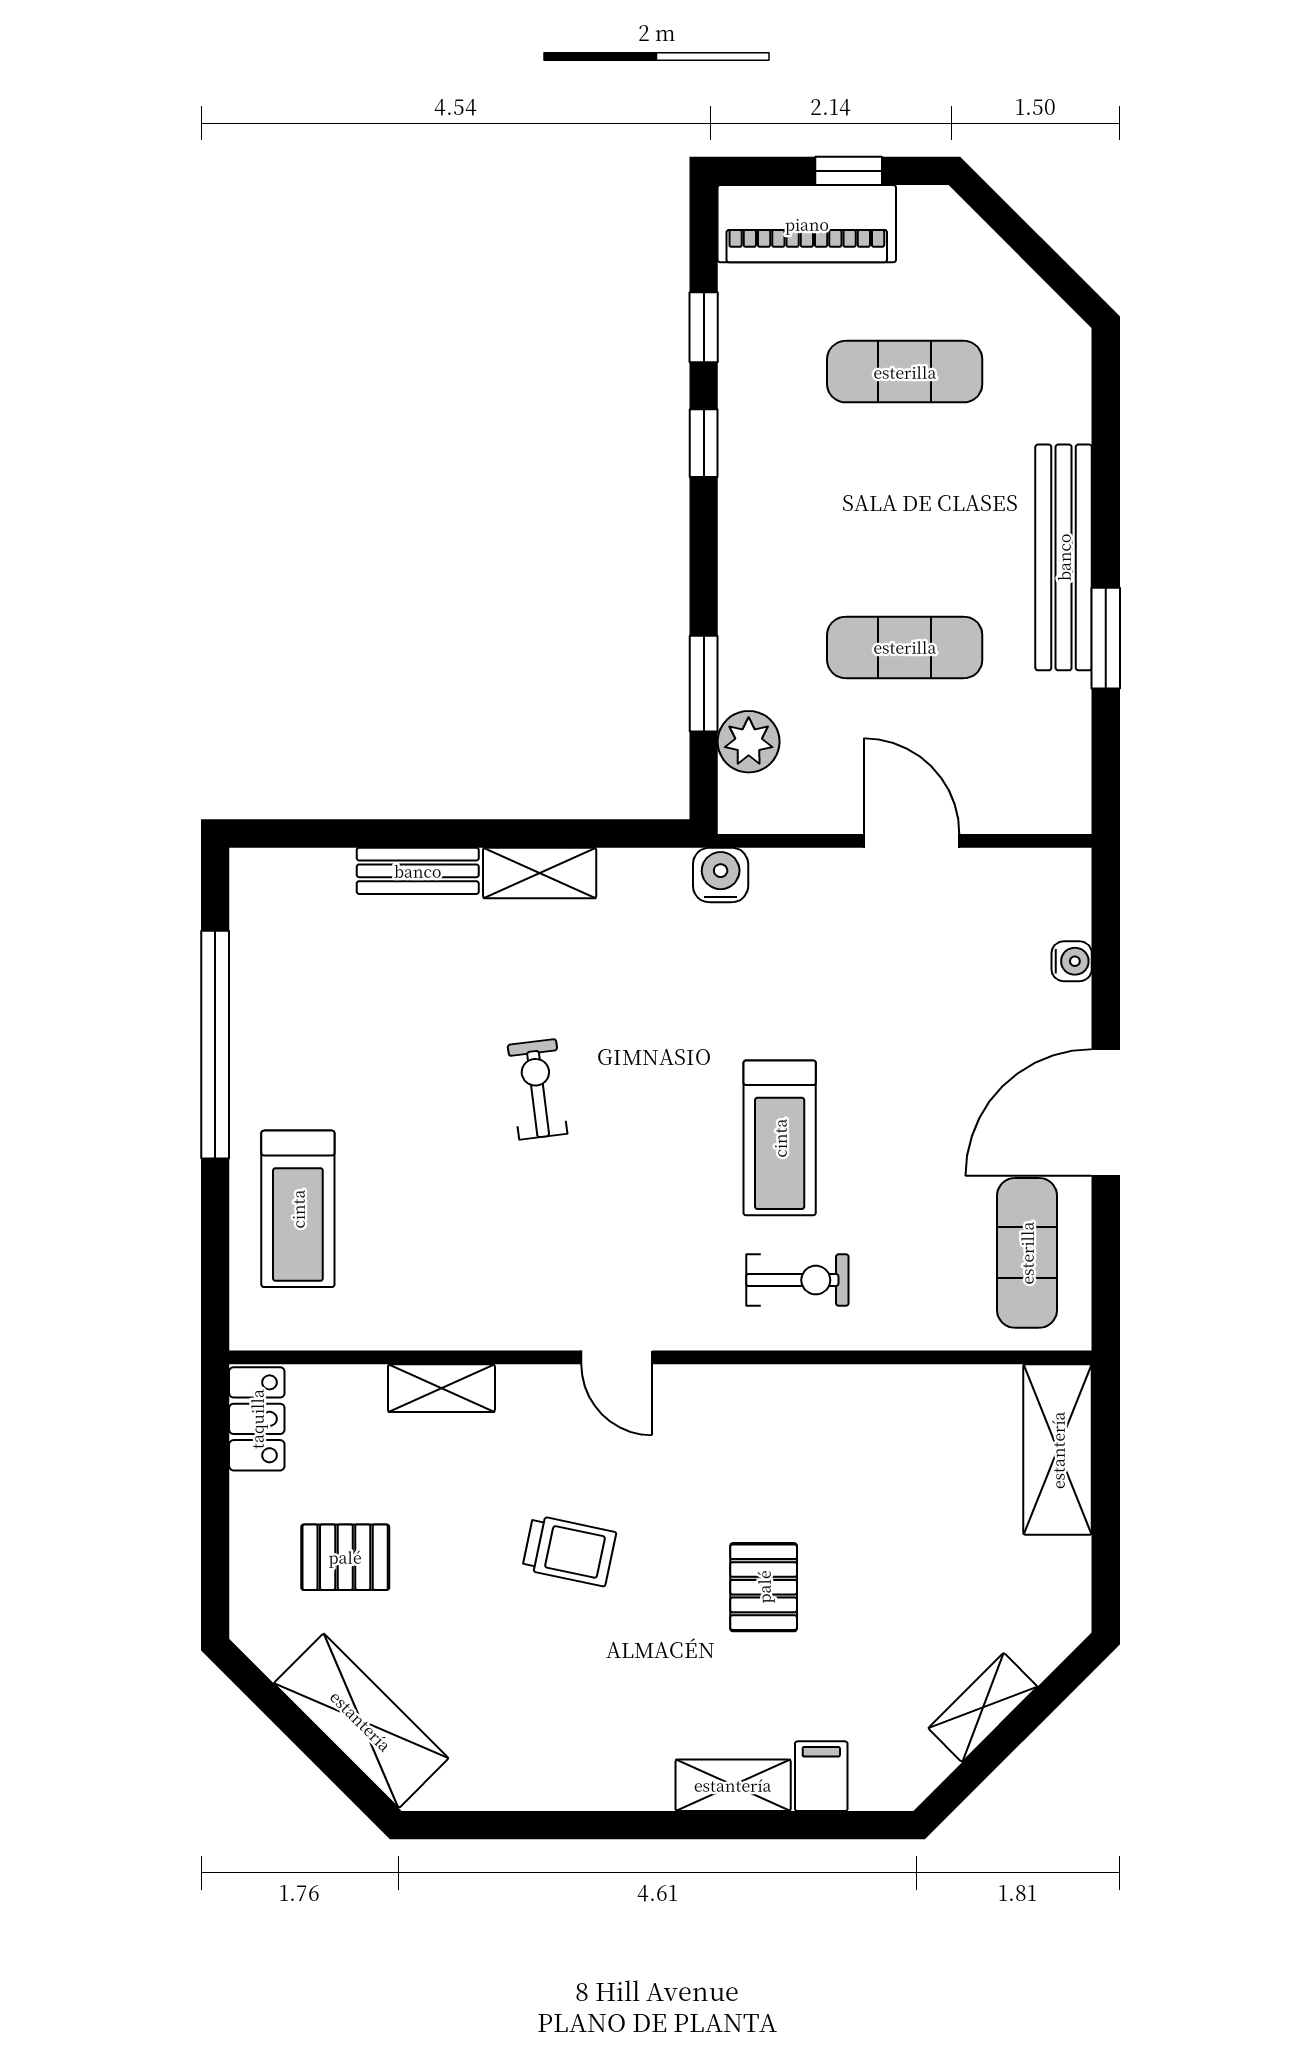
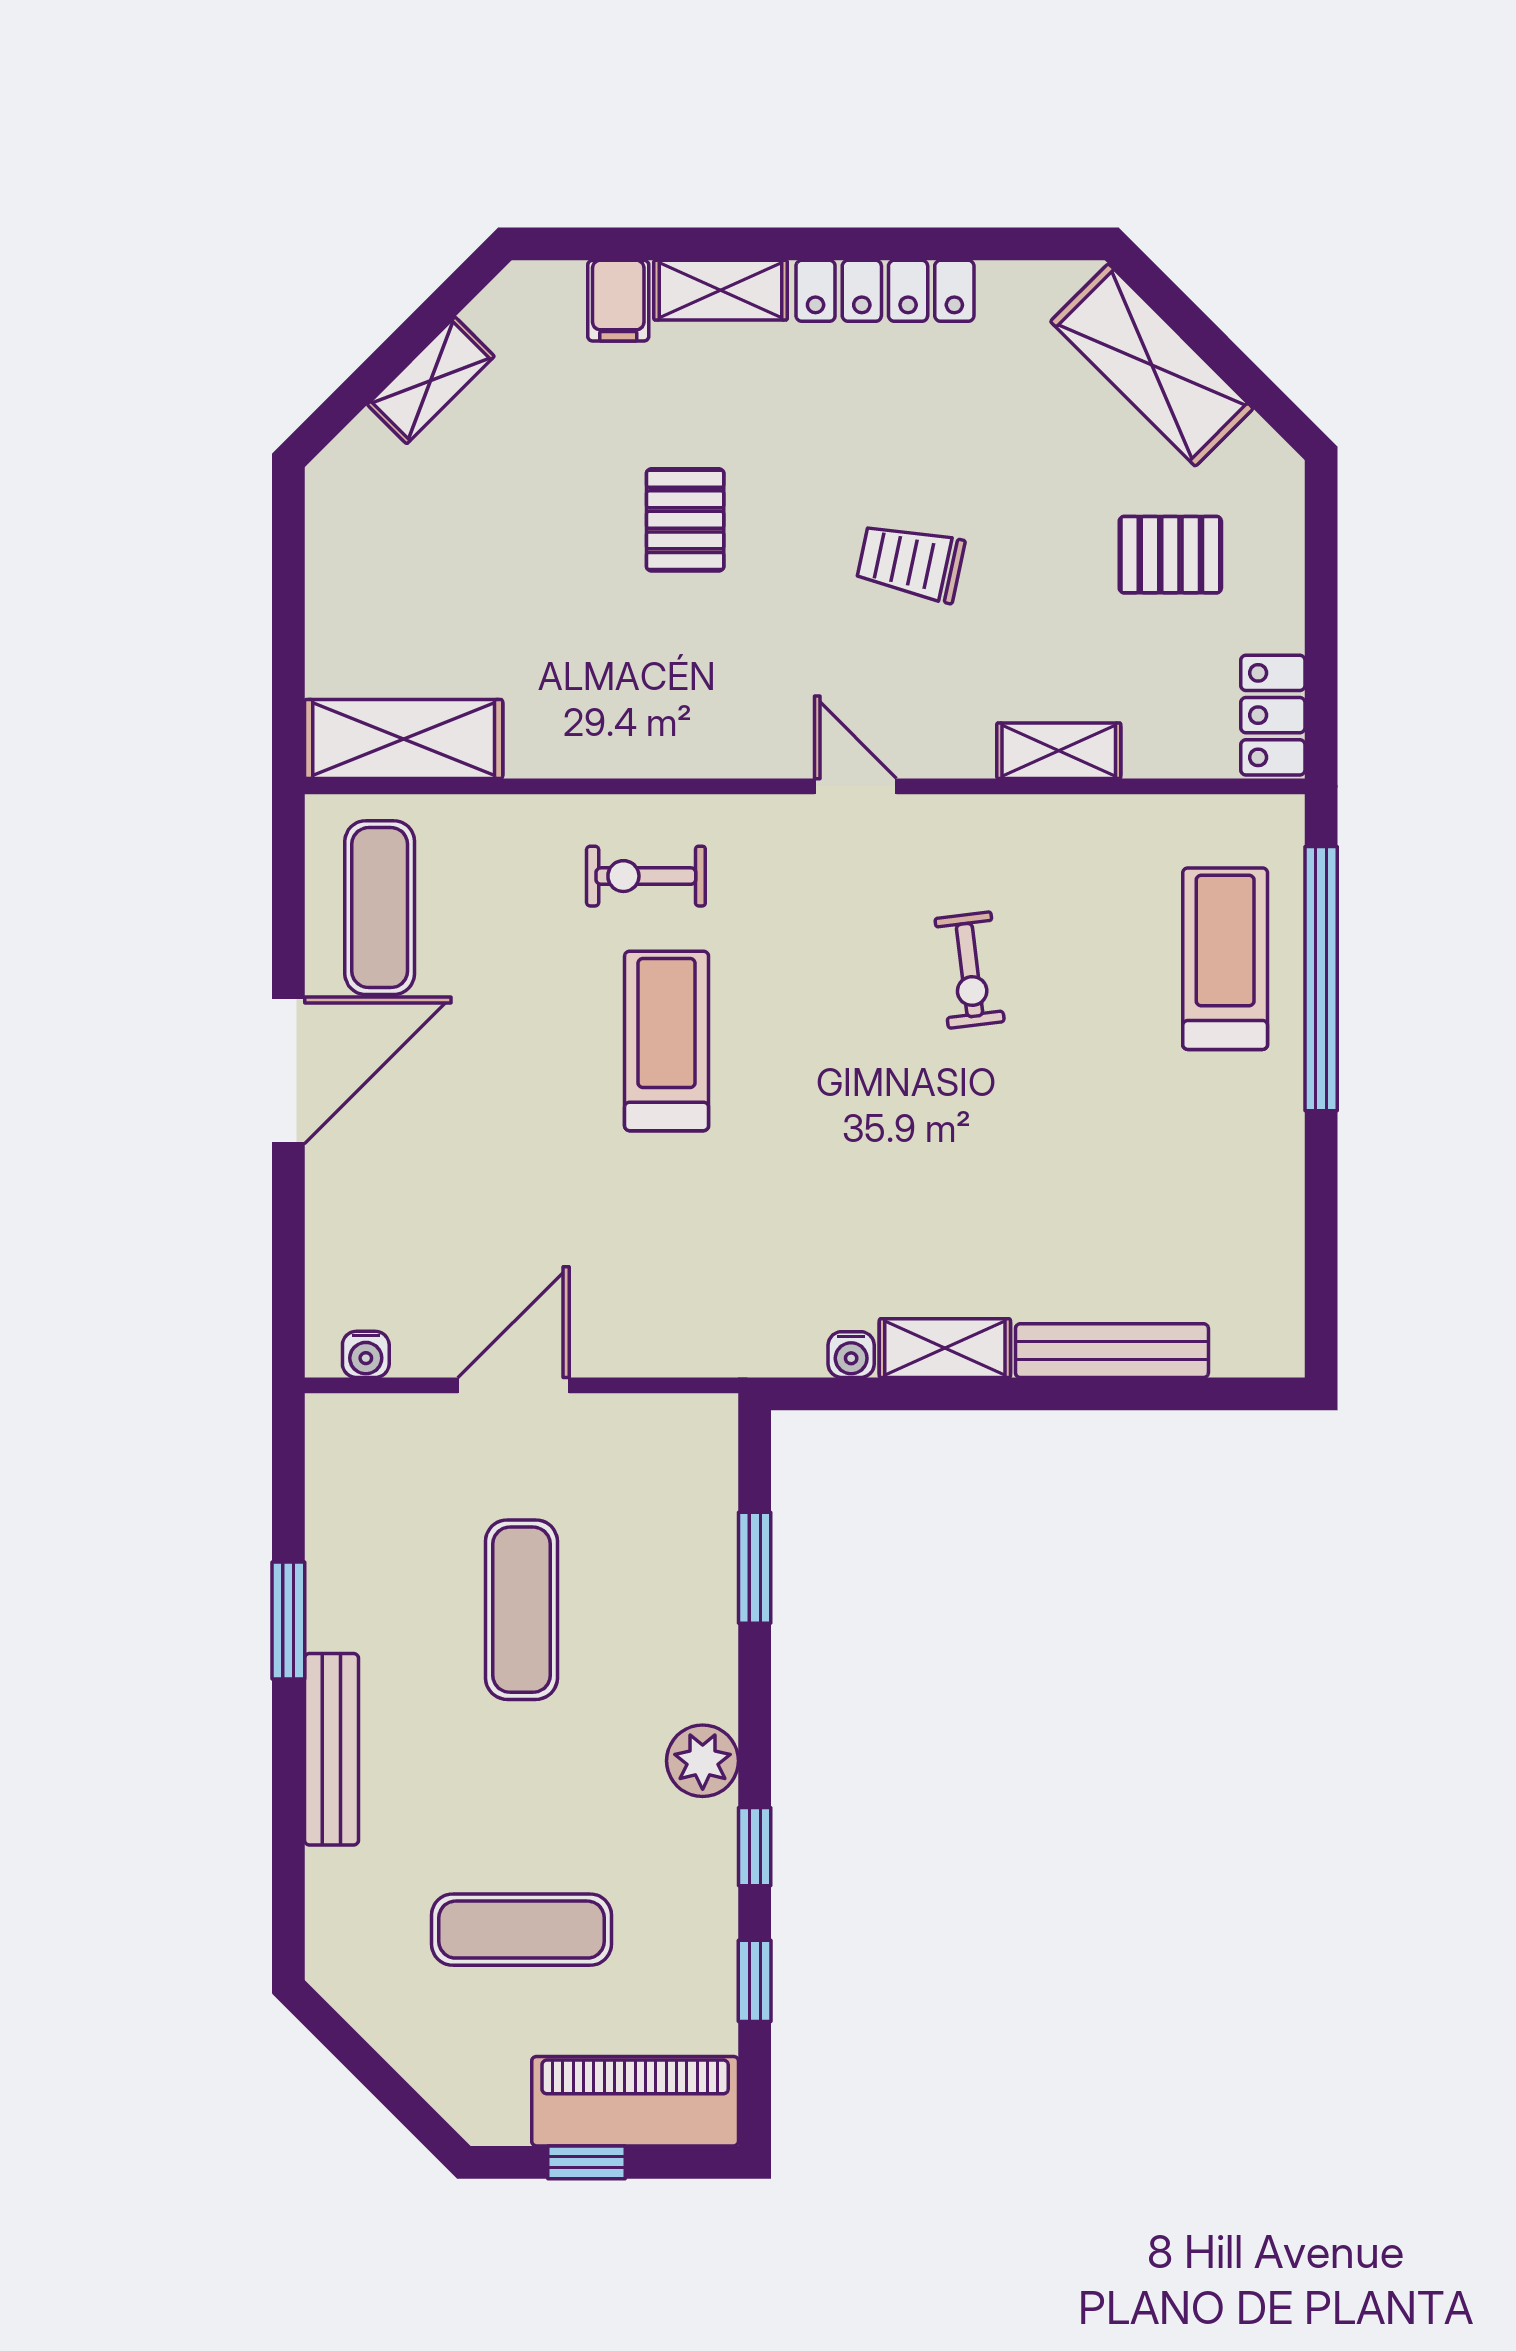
bench: (1064, 557) -> (331, 1749), width x0.73, depth x0.82
exercise mat: (905, 647) -> (521, 1610), turned 90
plant: (749, 742) -> (703, 1761), moved
door: (912, 841) -> (513, 1385), swing flipped
bench: (418, 871) -> (1112, 1351), width x1.36
water cooler: (721, 875) -> (851, 1355), moved, width x0.72, depth x0.72
water cooler: (1072, 961) -> (366, 1354), moved, turned -90
window: (215, 1045) -> (1321, 979), moved
exercise bike: (538, 1089) -> (970, 970), moved
shelving: (1058, 1450) -> (404, 739), moved, turned 90
locker: (591, 1785) -> (885, 291), added

